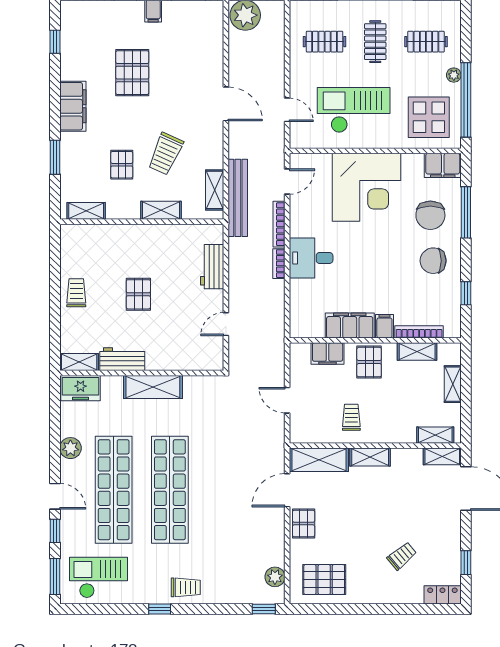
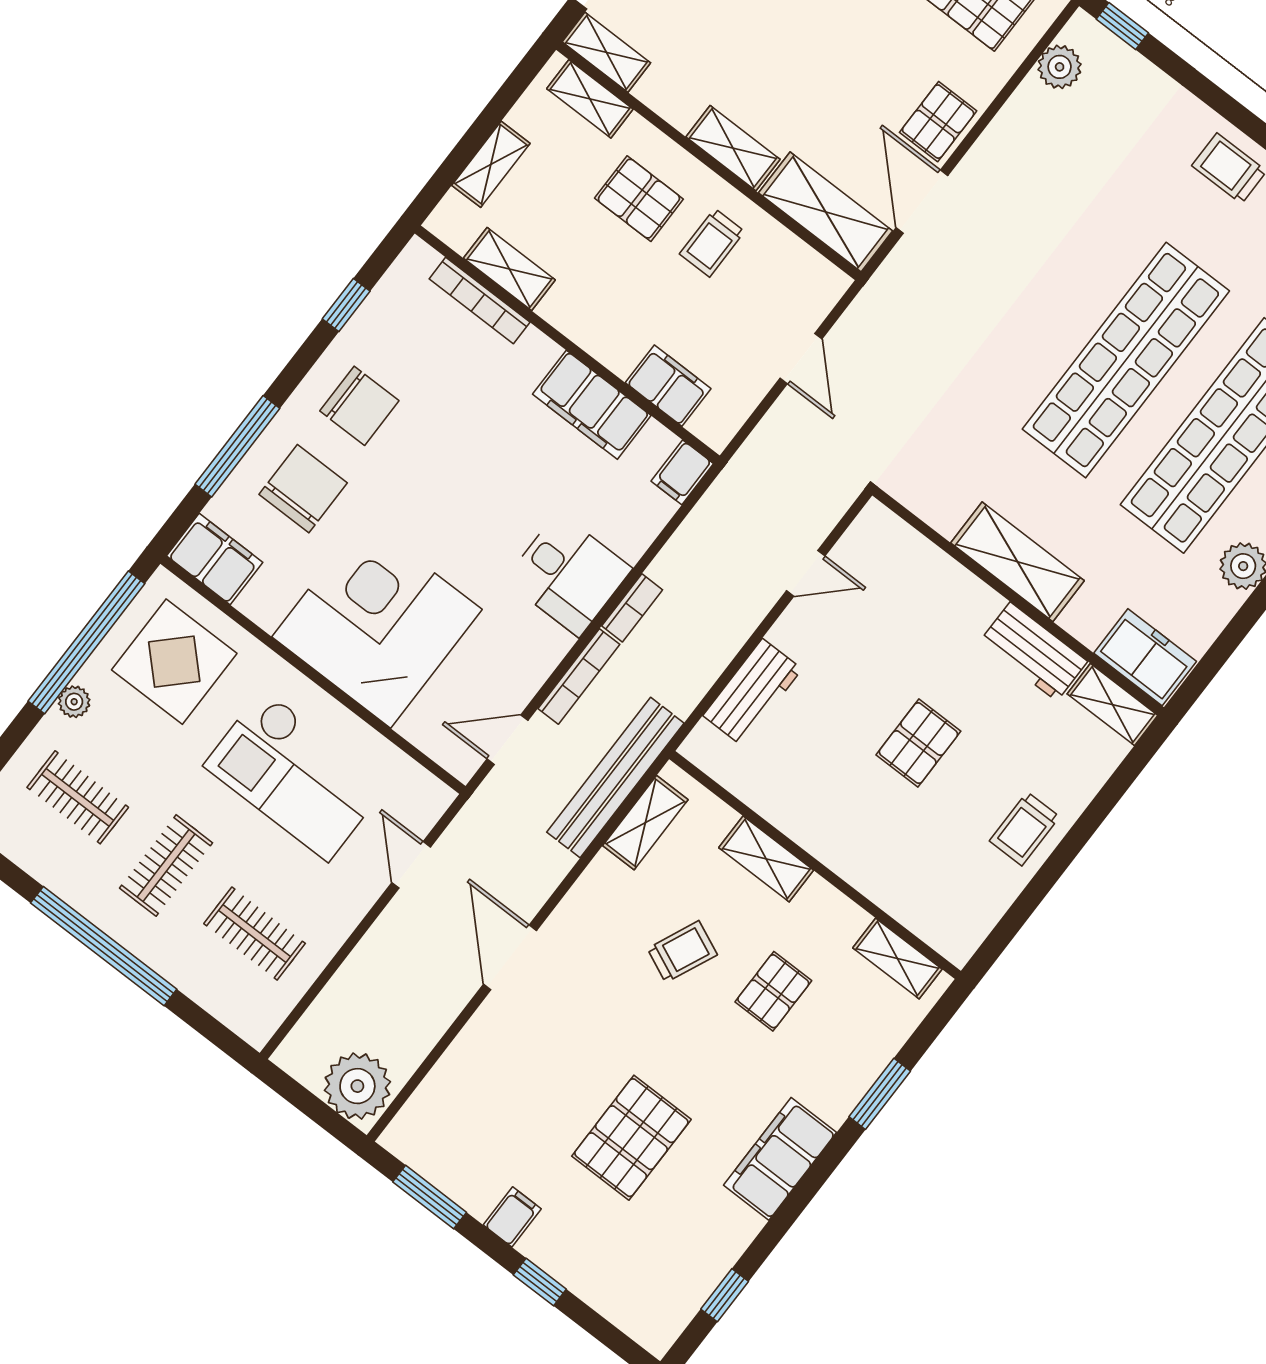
trolley: (166, 154) -> (682, 952), width x0.73, depth x0.72
filing cabinet: (384, 326) -> (682, 472), moved
pallet: (369, 362) -> (639, 199), moved, turned 90
door: (287, 490) -> (922, 202), swing flipped

